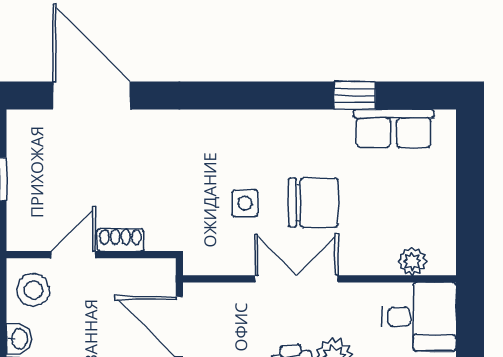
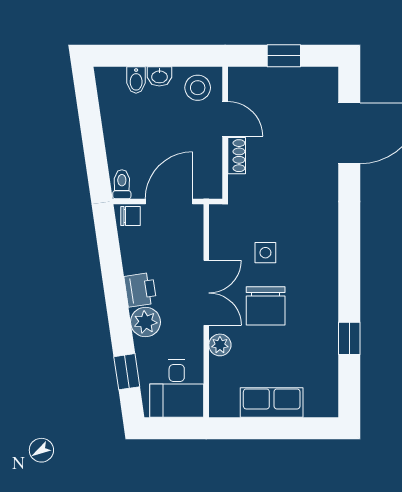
row of seats: (394, 129) -> (272, 403), moved, turned 90
plant: (412, 261) -> (220, 345), moved

